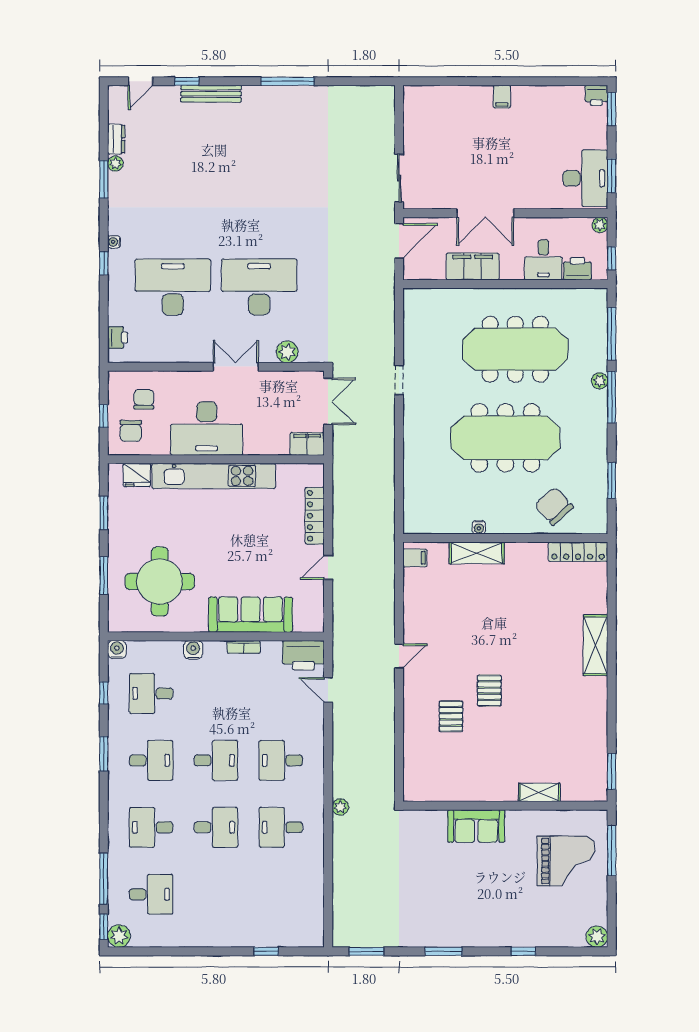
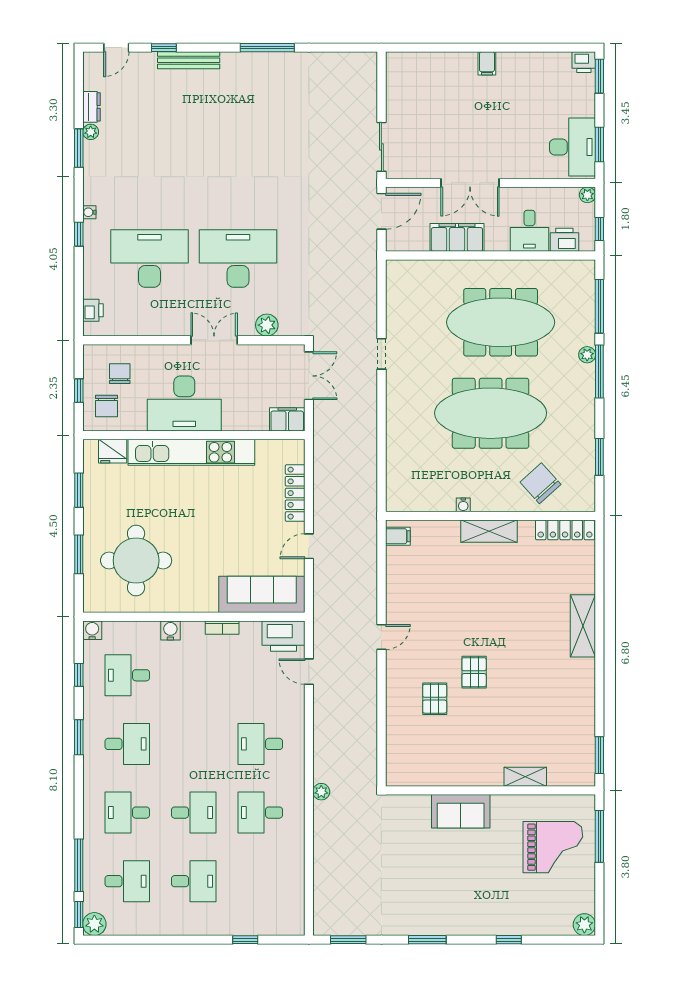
shelving: (477, 553) -> (489, 531), moved
sofa: (250, 615) -> (262, 594), moved
desk: (216, 760) -> (194, 881), moved

